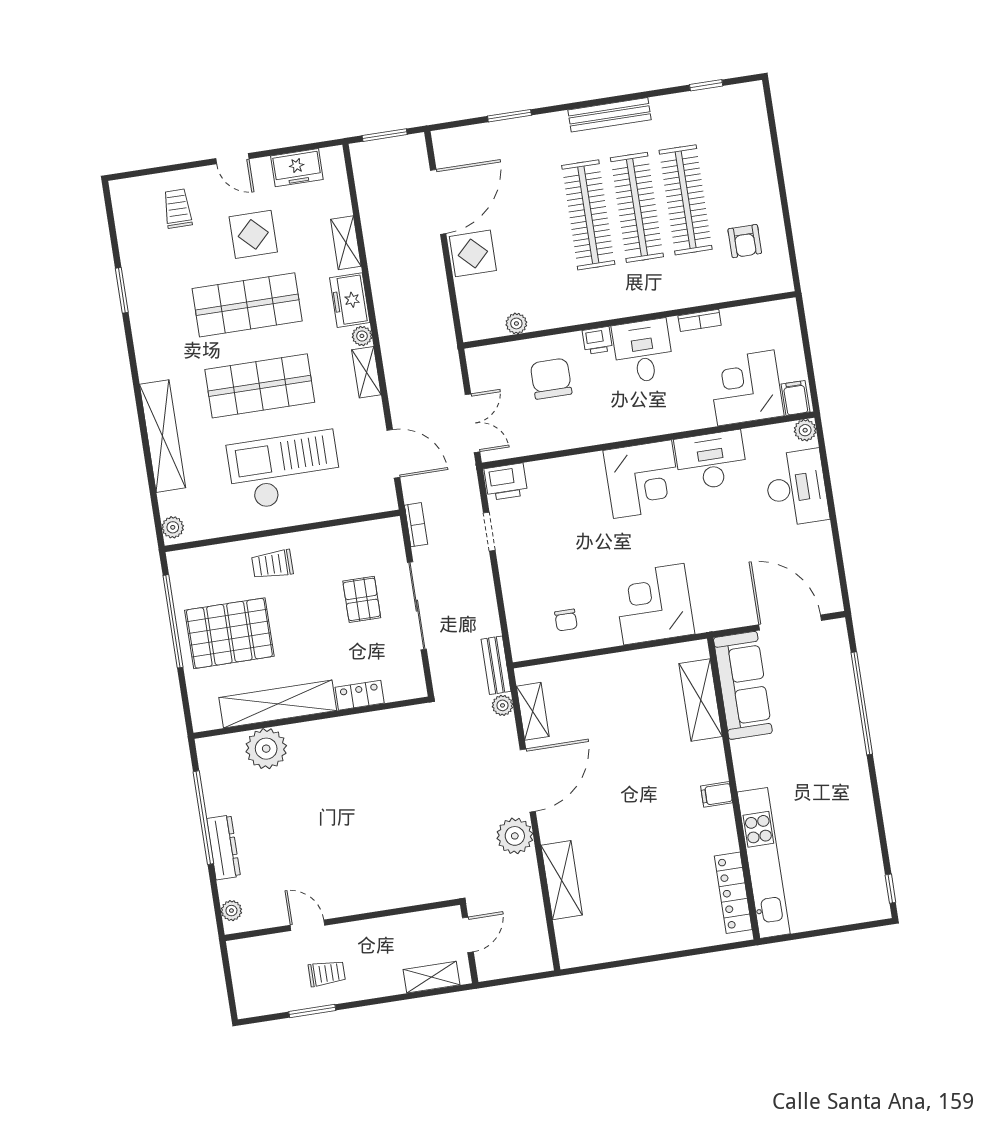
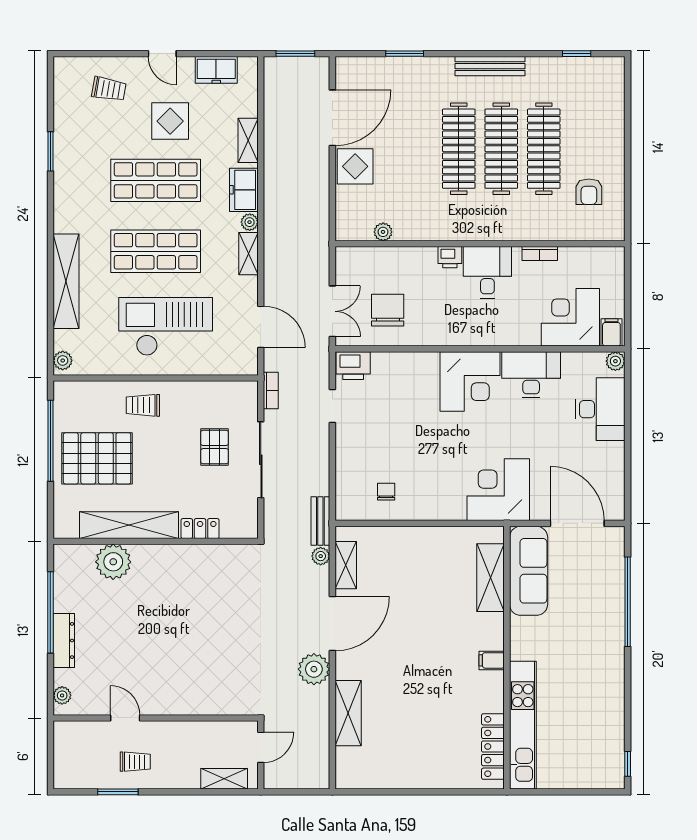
trolley: (178, 209) -> (109, 89), turned 100
chair: (551, 379) -> (388, 310), moved
corner desk: (654, 604) -> (498, 490), moved
chair: (566, 620) -> (386, 492), turned 180

